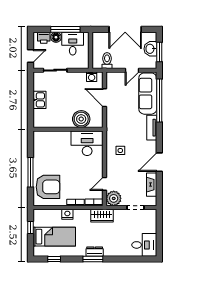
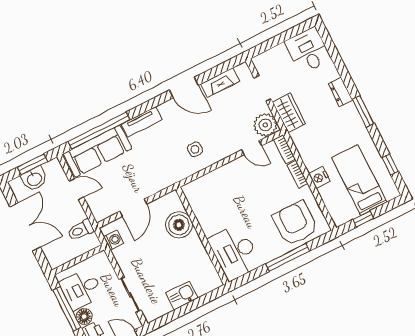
desk: (87, 143) -> (235, 252), moved
wardrobe: (102, 216) -> (289, 113), moved
dresser: (95, 252) -> (340, 92), moved

